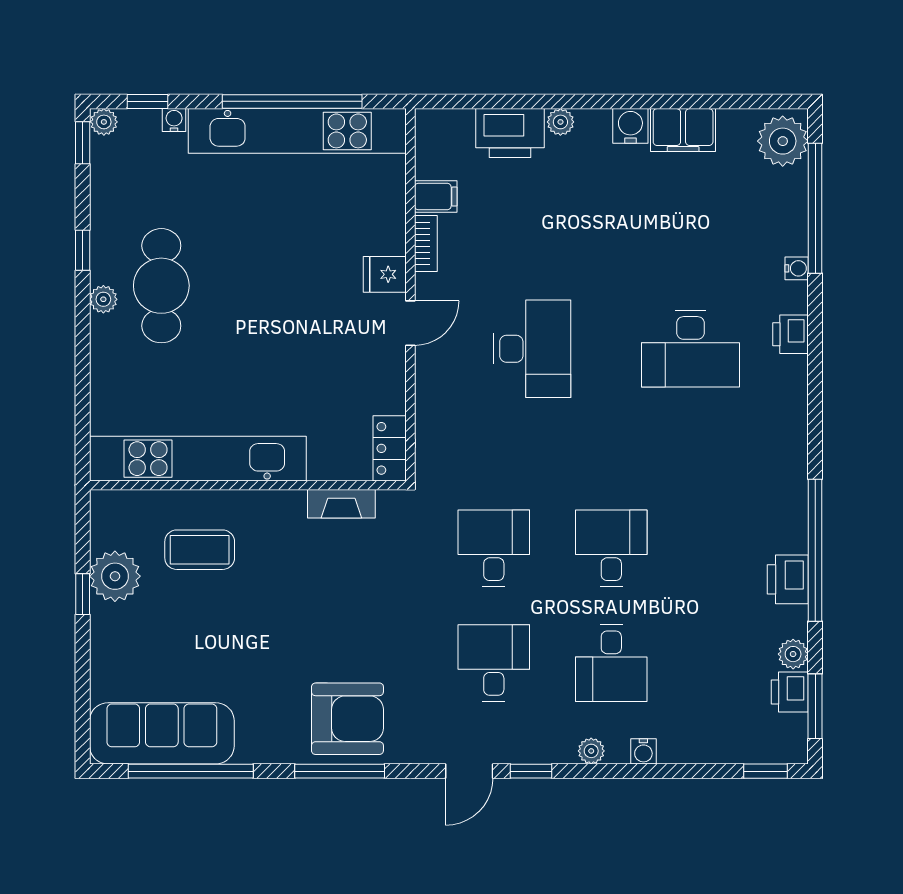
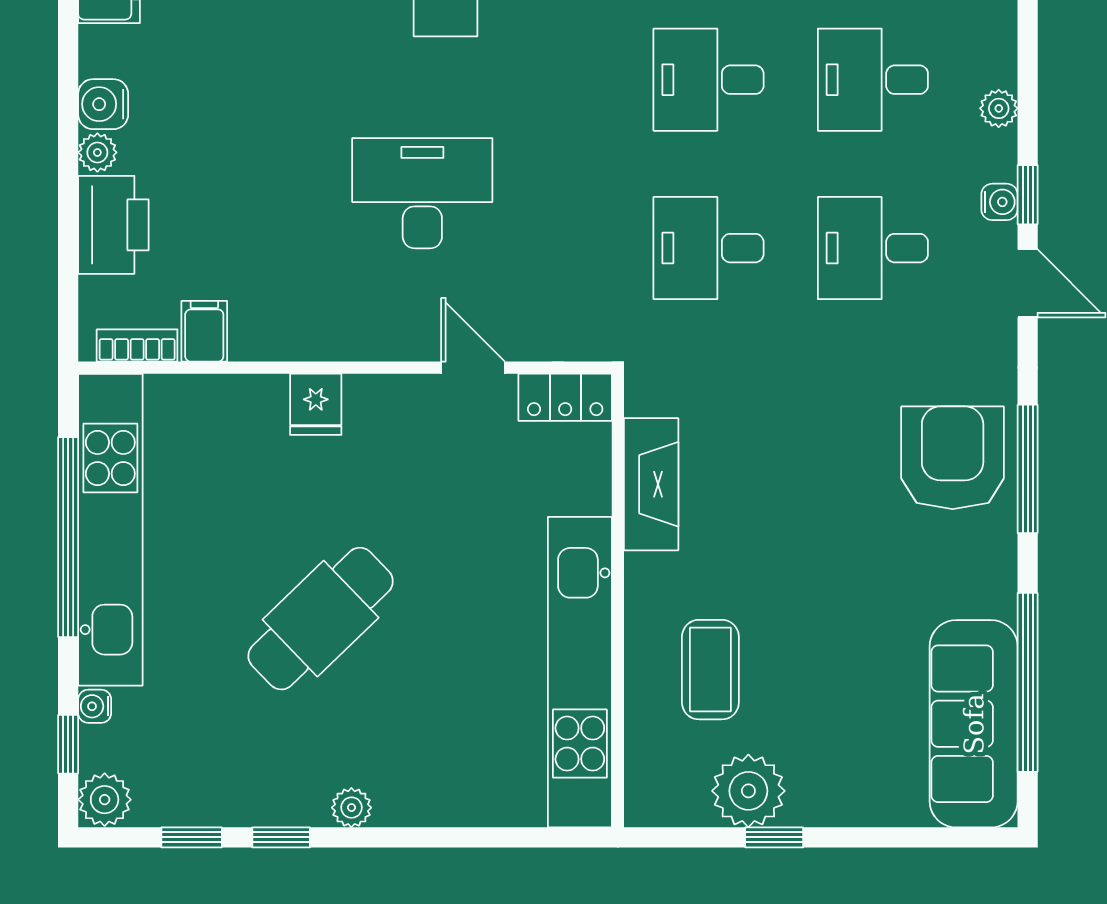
plant: (104, 122) -> (105, 800), width x1.38, depth x1.38
water cooler: (630, 126) -> (103, 104), moved
window: (83, 143) -> (192, 837), moved
bookcase: (426, 243) -> (137, 345), moved
cafe table: (161, 286) -> (321, 619), moved, turned -44
door: (410, 323) -> (473, 368), moved
fireplace: (341, 504) -> (651, 484), width x1.37, depth x1.32
desk: (611, 663) -> (873, 80), turned 180
water cooler: (643, 751) -> (999, 202), moved

